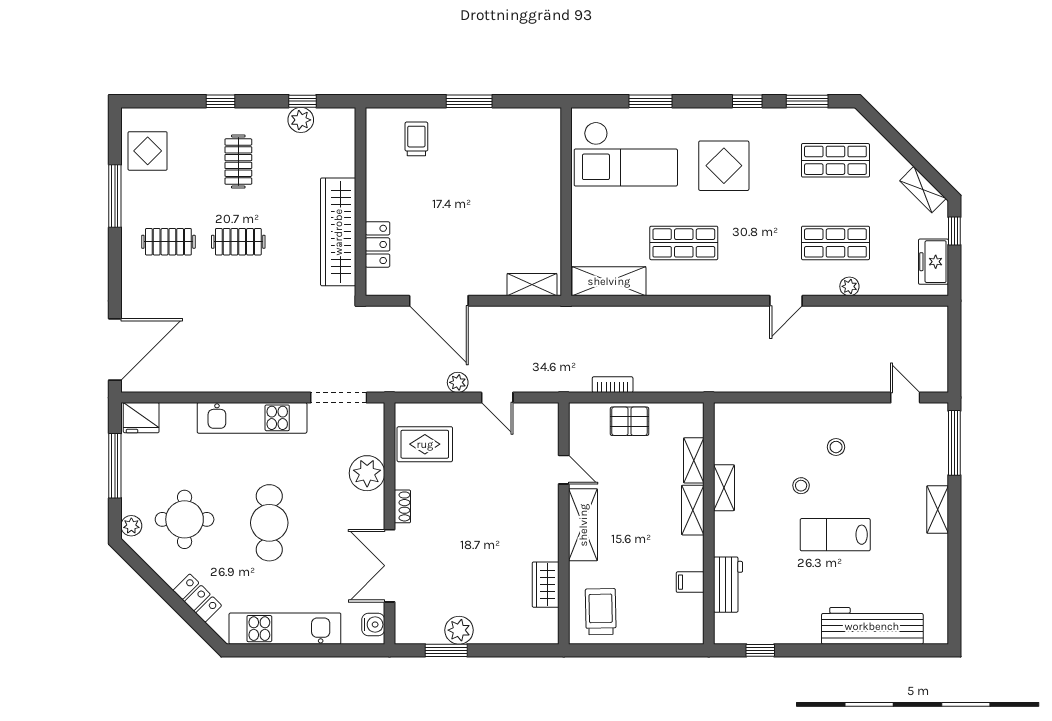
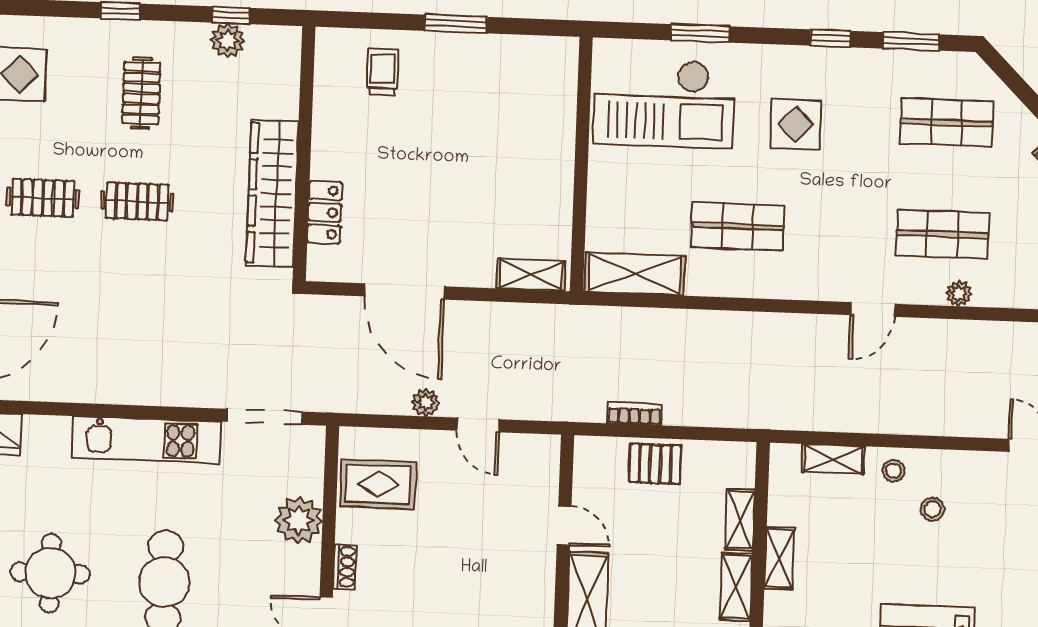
display table: (724, 166) -> (796, 124), width x0.73, depth x0.73
shelving: (761, 413) -> (833, 459), added
stool: (801, 486) -> (893, 471), moved

